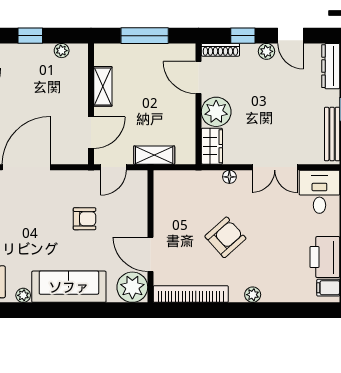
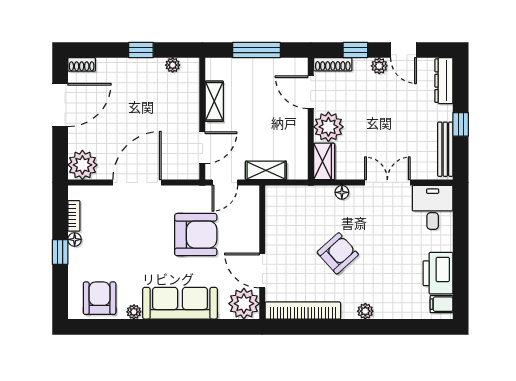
double door: (275, 167) -> (387, 183), swing flipped
armchair: (85, 219) -> (196, 235), width x1.88, depth x1.88

